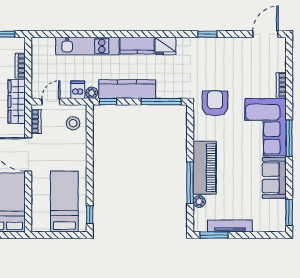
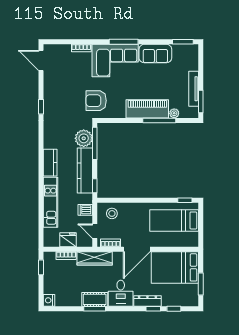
fridge: (165, 46) -> (68, 240), moved, turned -90
plant: (92, 93) -> (84, 138), moved, width x1.88, depth x1.88

